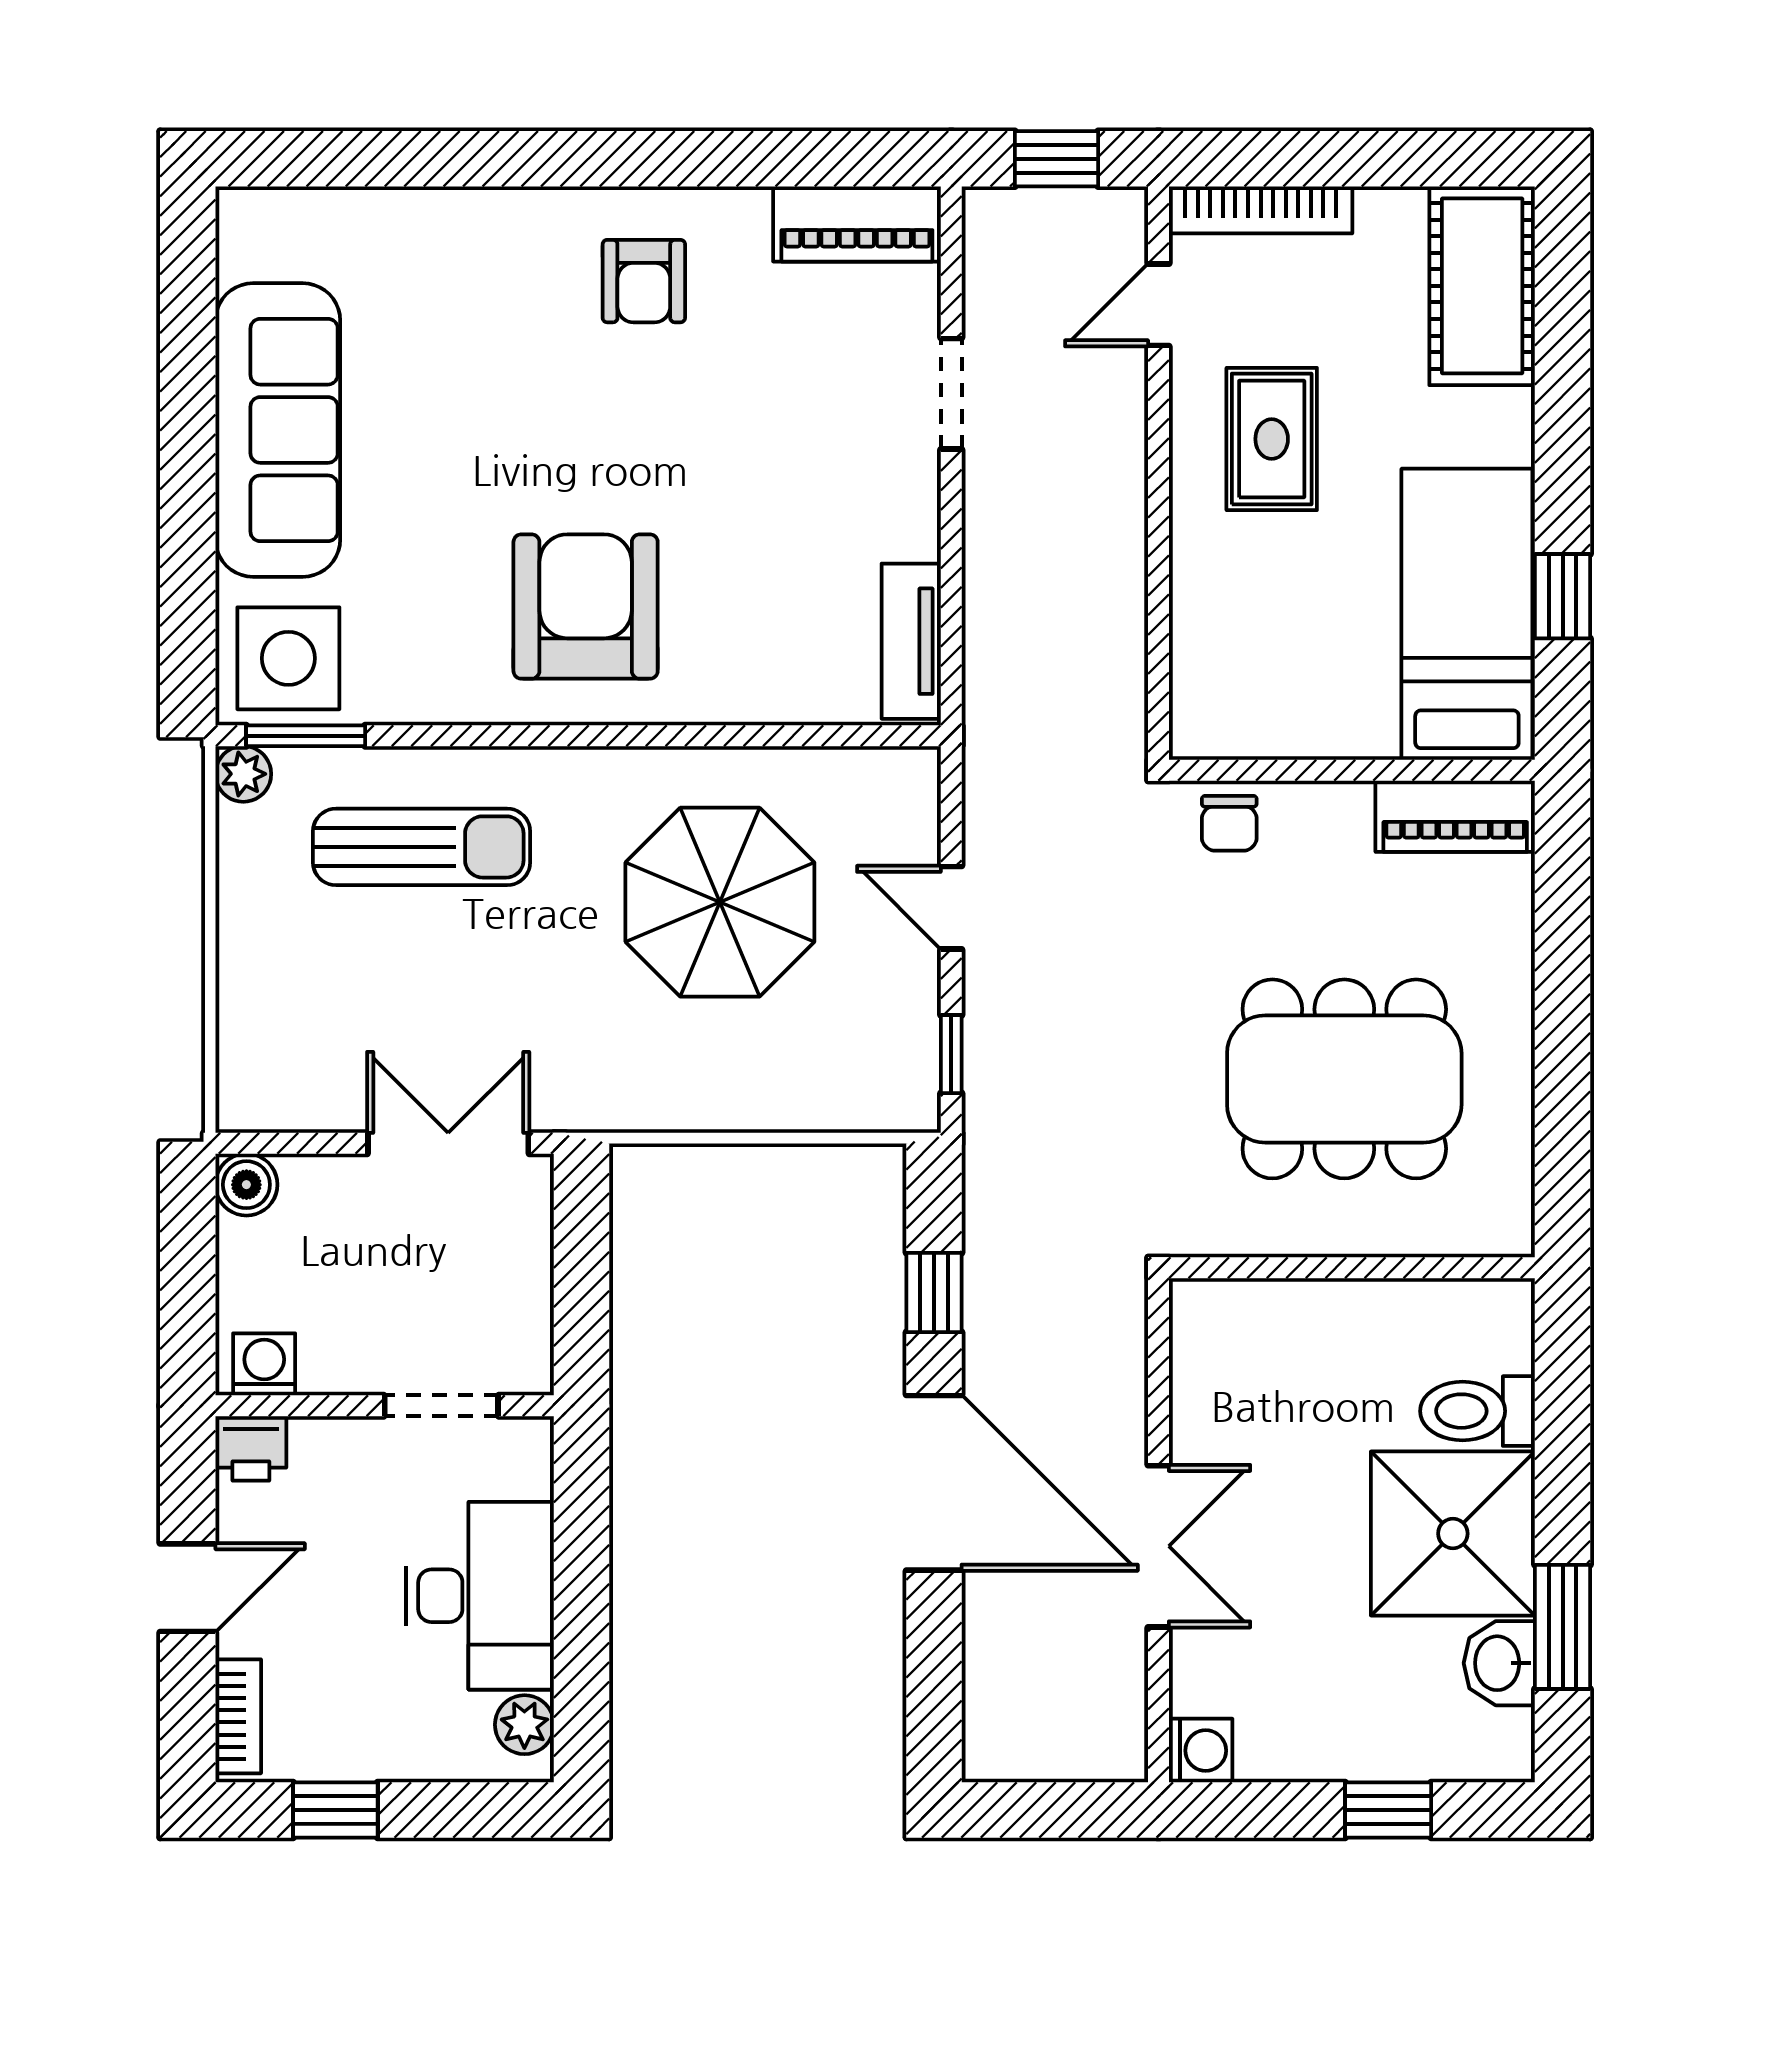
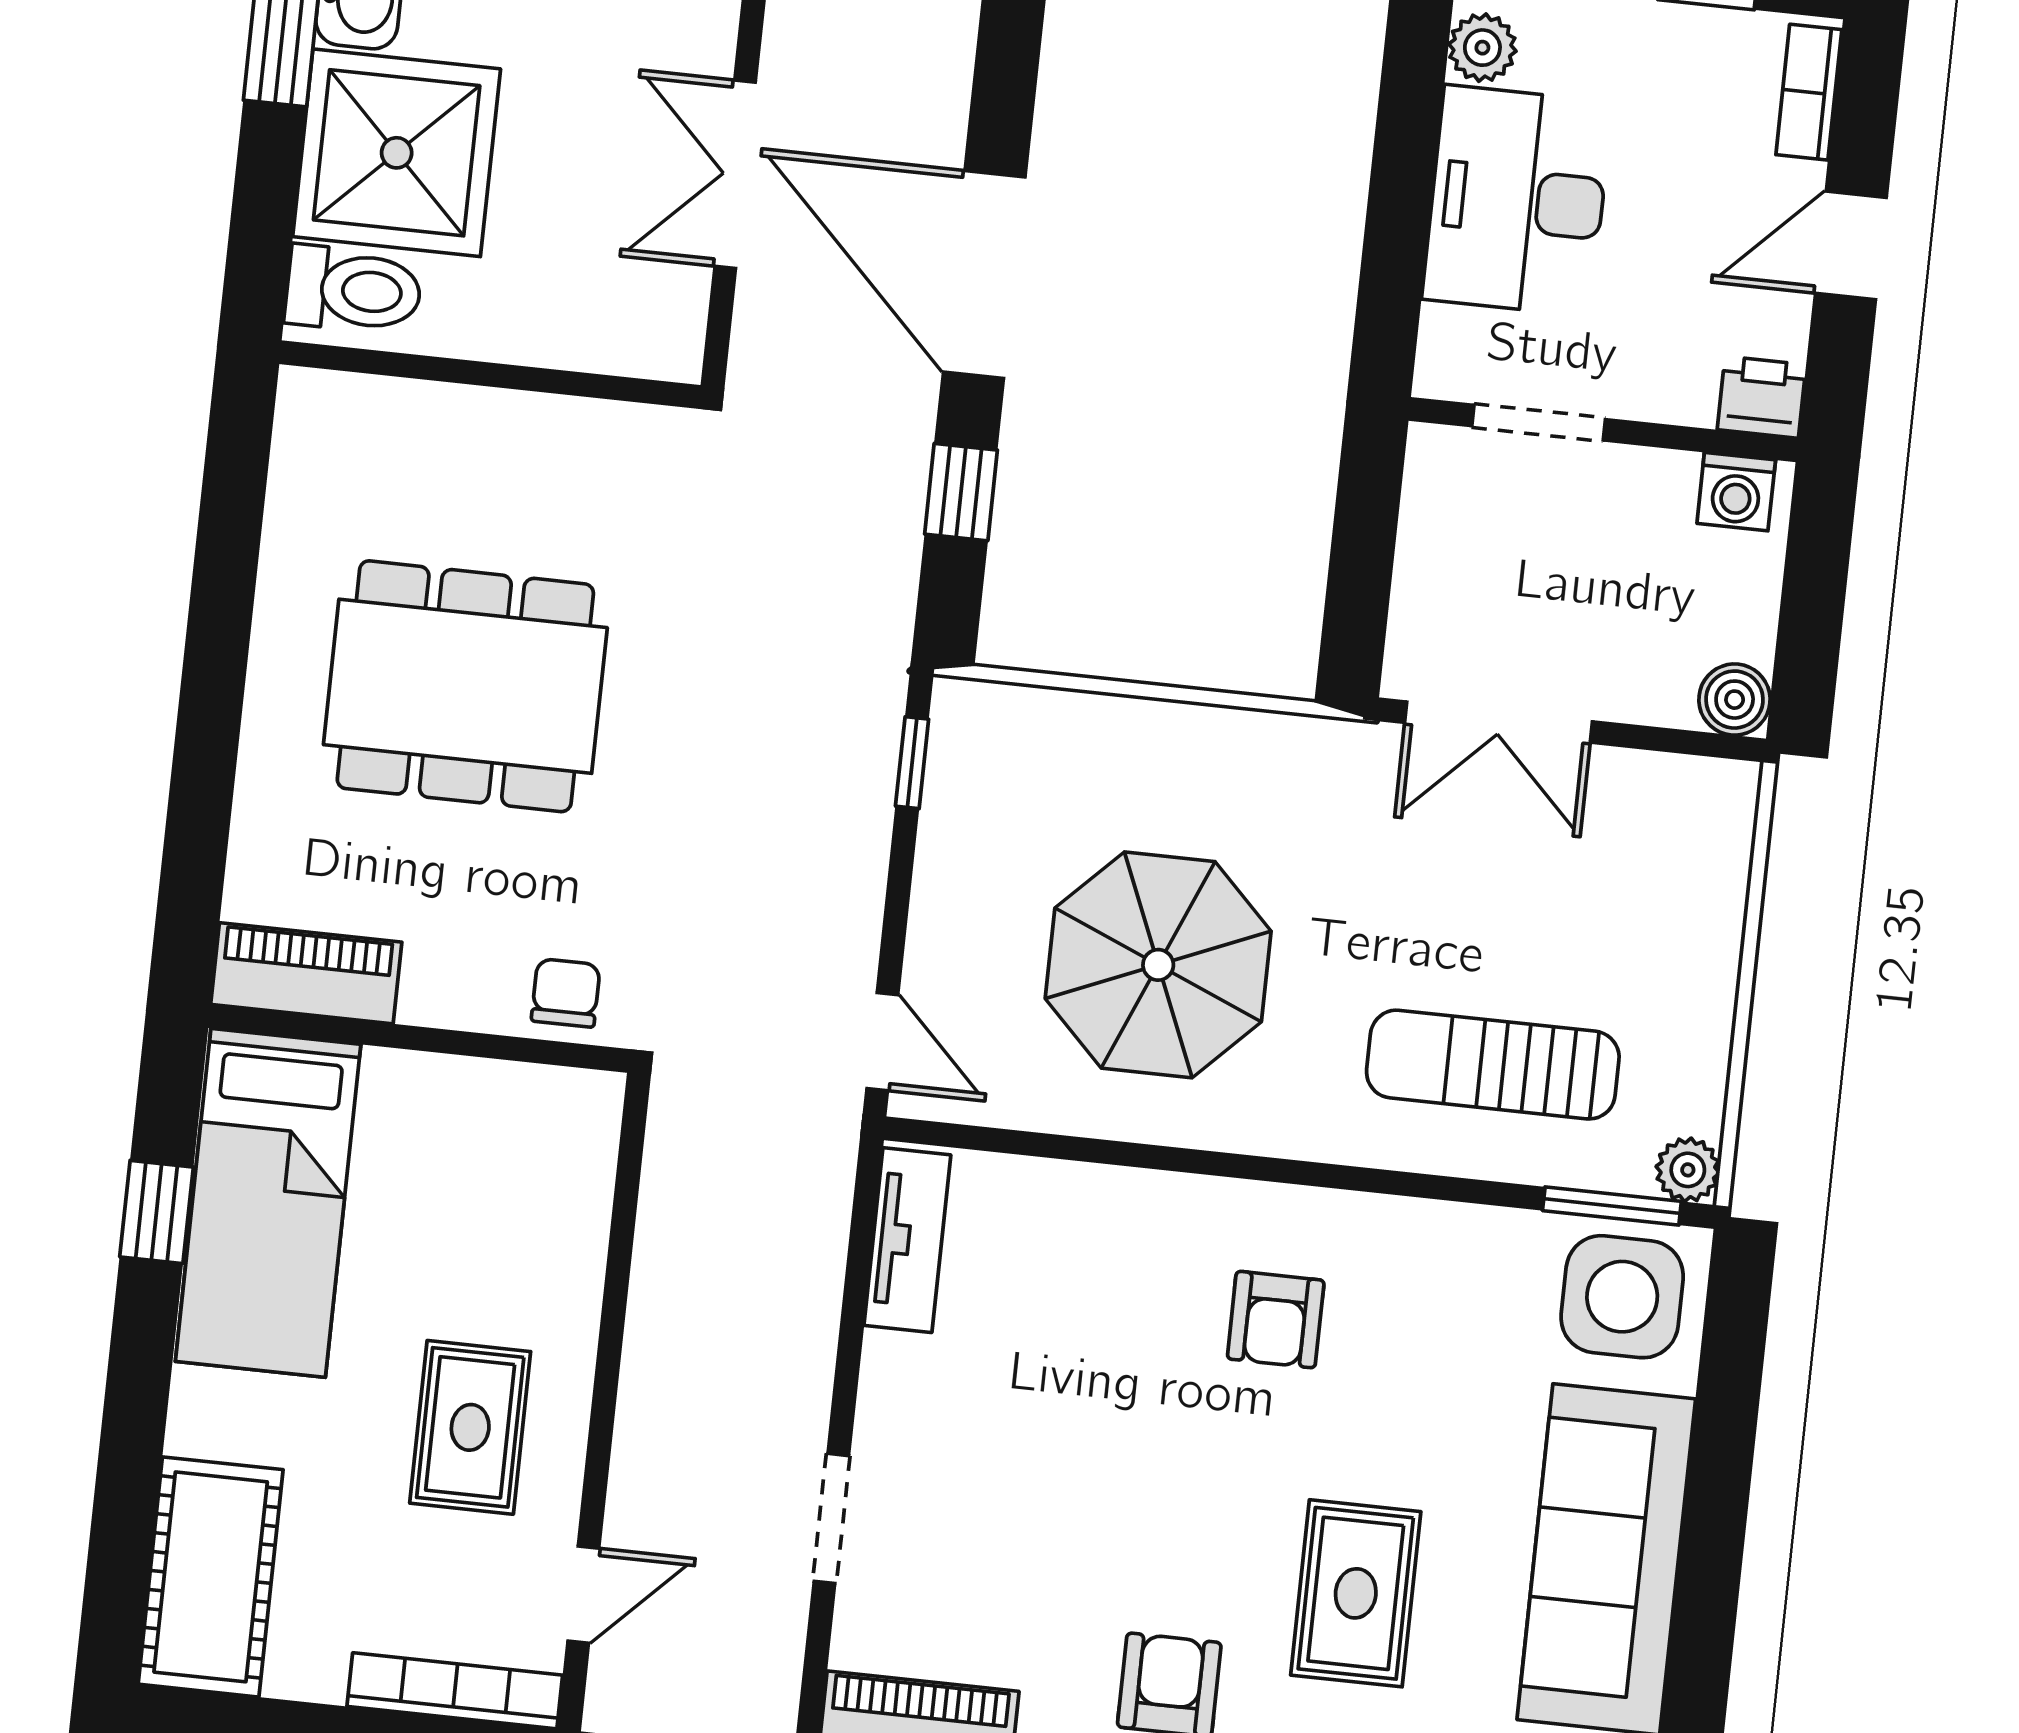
rug: (491, 377) -> (1356, 1593), added
armchair: (586, 607) -> (1276, 1320), width x0.53, depth x0.53
door: (951, 908) -> (882, 1042), moved
wall: (1352, 1268) -> (490, 374), moved

